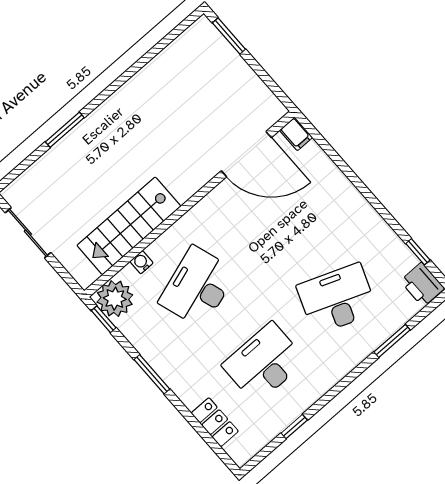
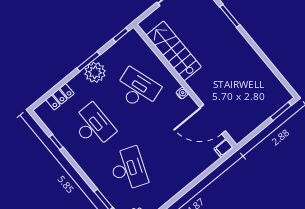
door: (246, 154) -> (213, 119), hinge flipped
water cooler: (141, 262) -> (182, 93), moved
plant: (115, 299) -> (95, 72), moved

